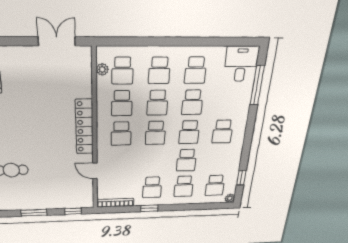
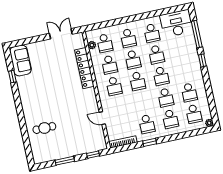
desk: (241, 64) -> (176, 23), width x1.37
locker: (84, 127) -> (84, 68), moved
school desk: (223, 132) -> (189, 92), moved
window: (241, 178) -> (202, 60), moved

